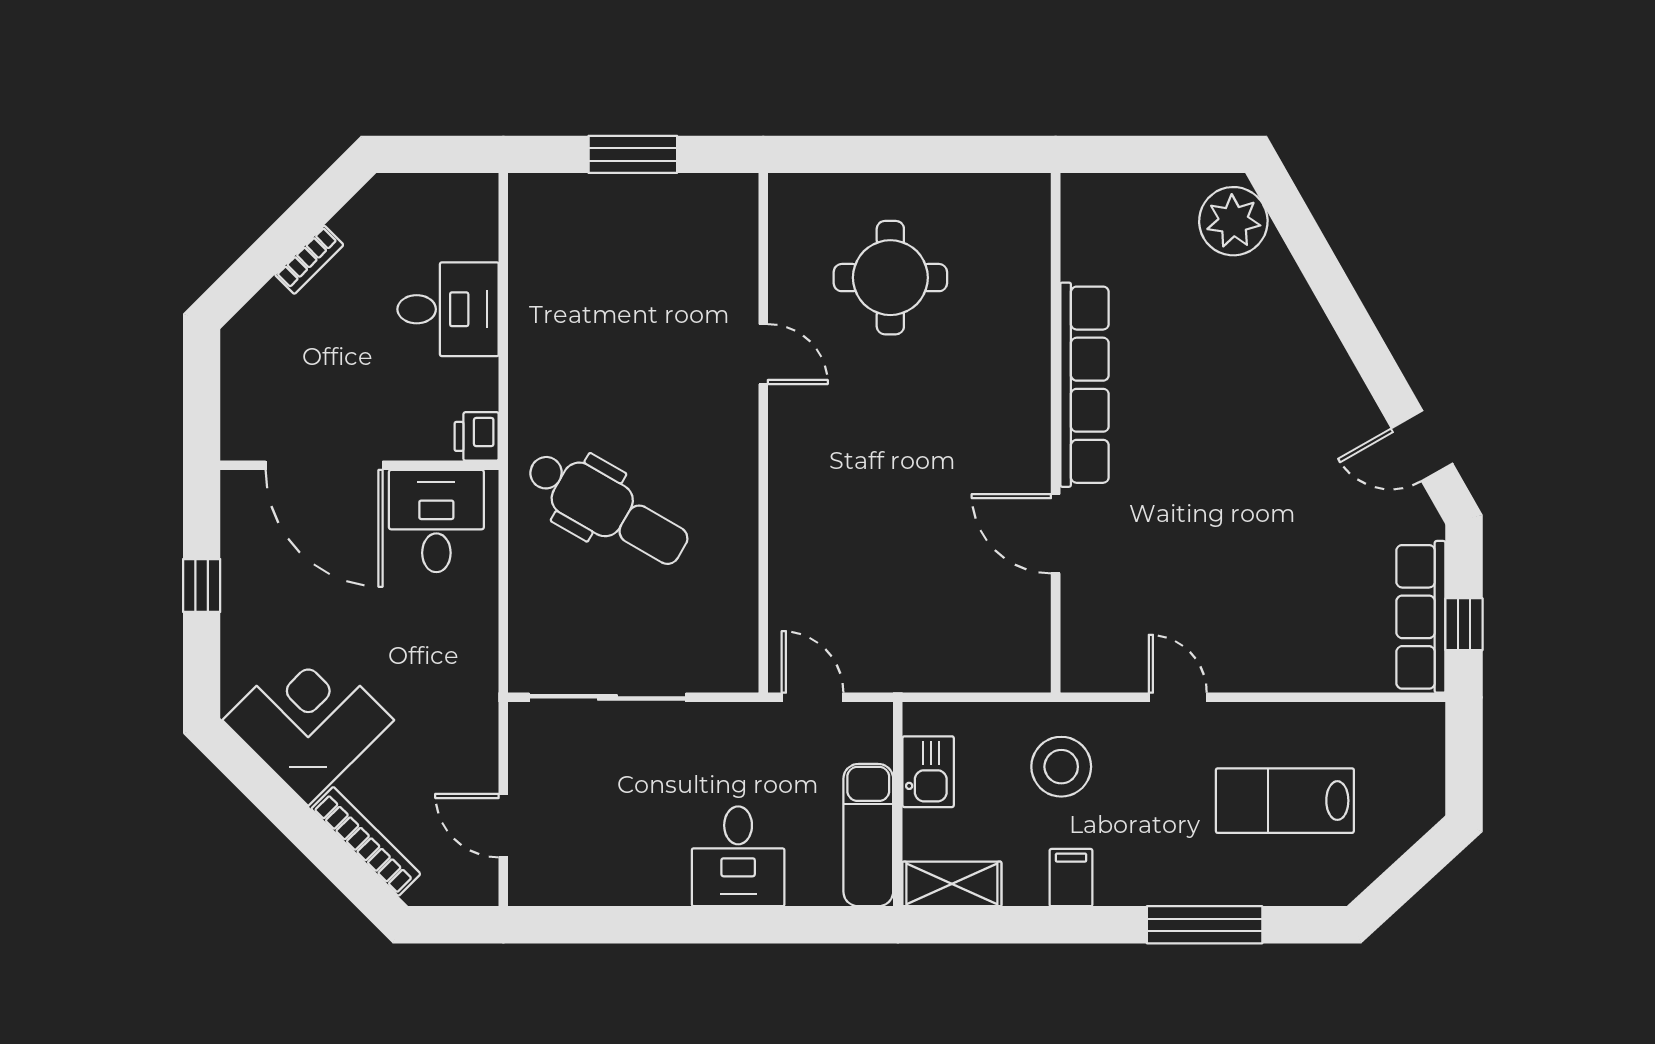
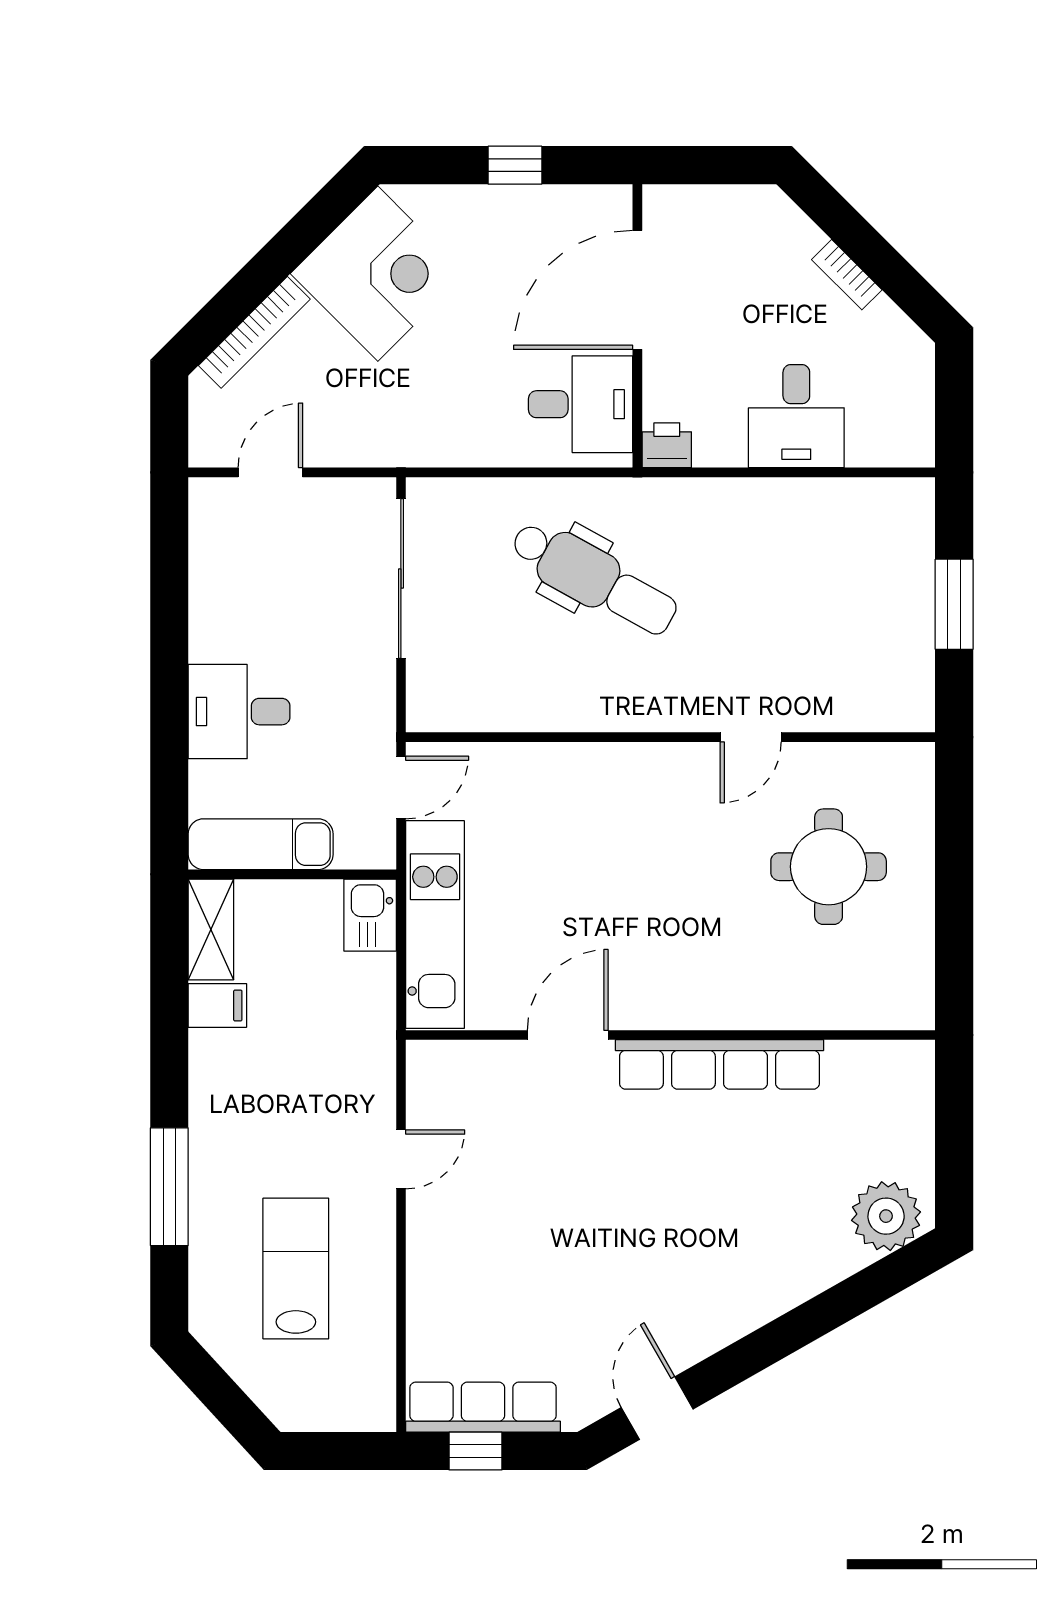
dental chair: (607, 508) -> (594, 578), turned -91
kitchen unit: (947, 664) -> (435, 925), added
stool: (1061, 767) -> (330, 1041), removed
kitchen sink: (928, 772) -> (370, 915), moved, turned 90
filing cabinet: (1071, 878) -> (217, 1005), moved

